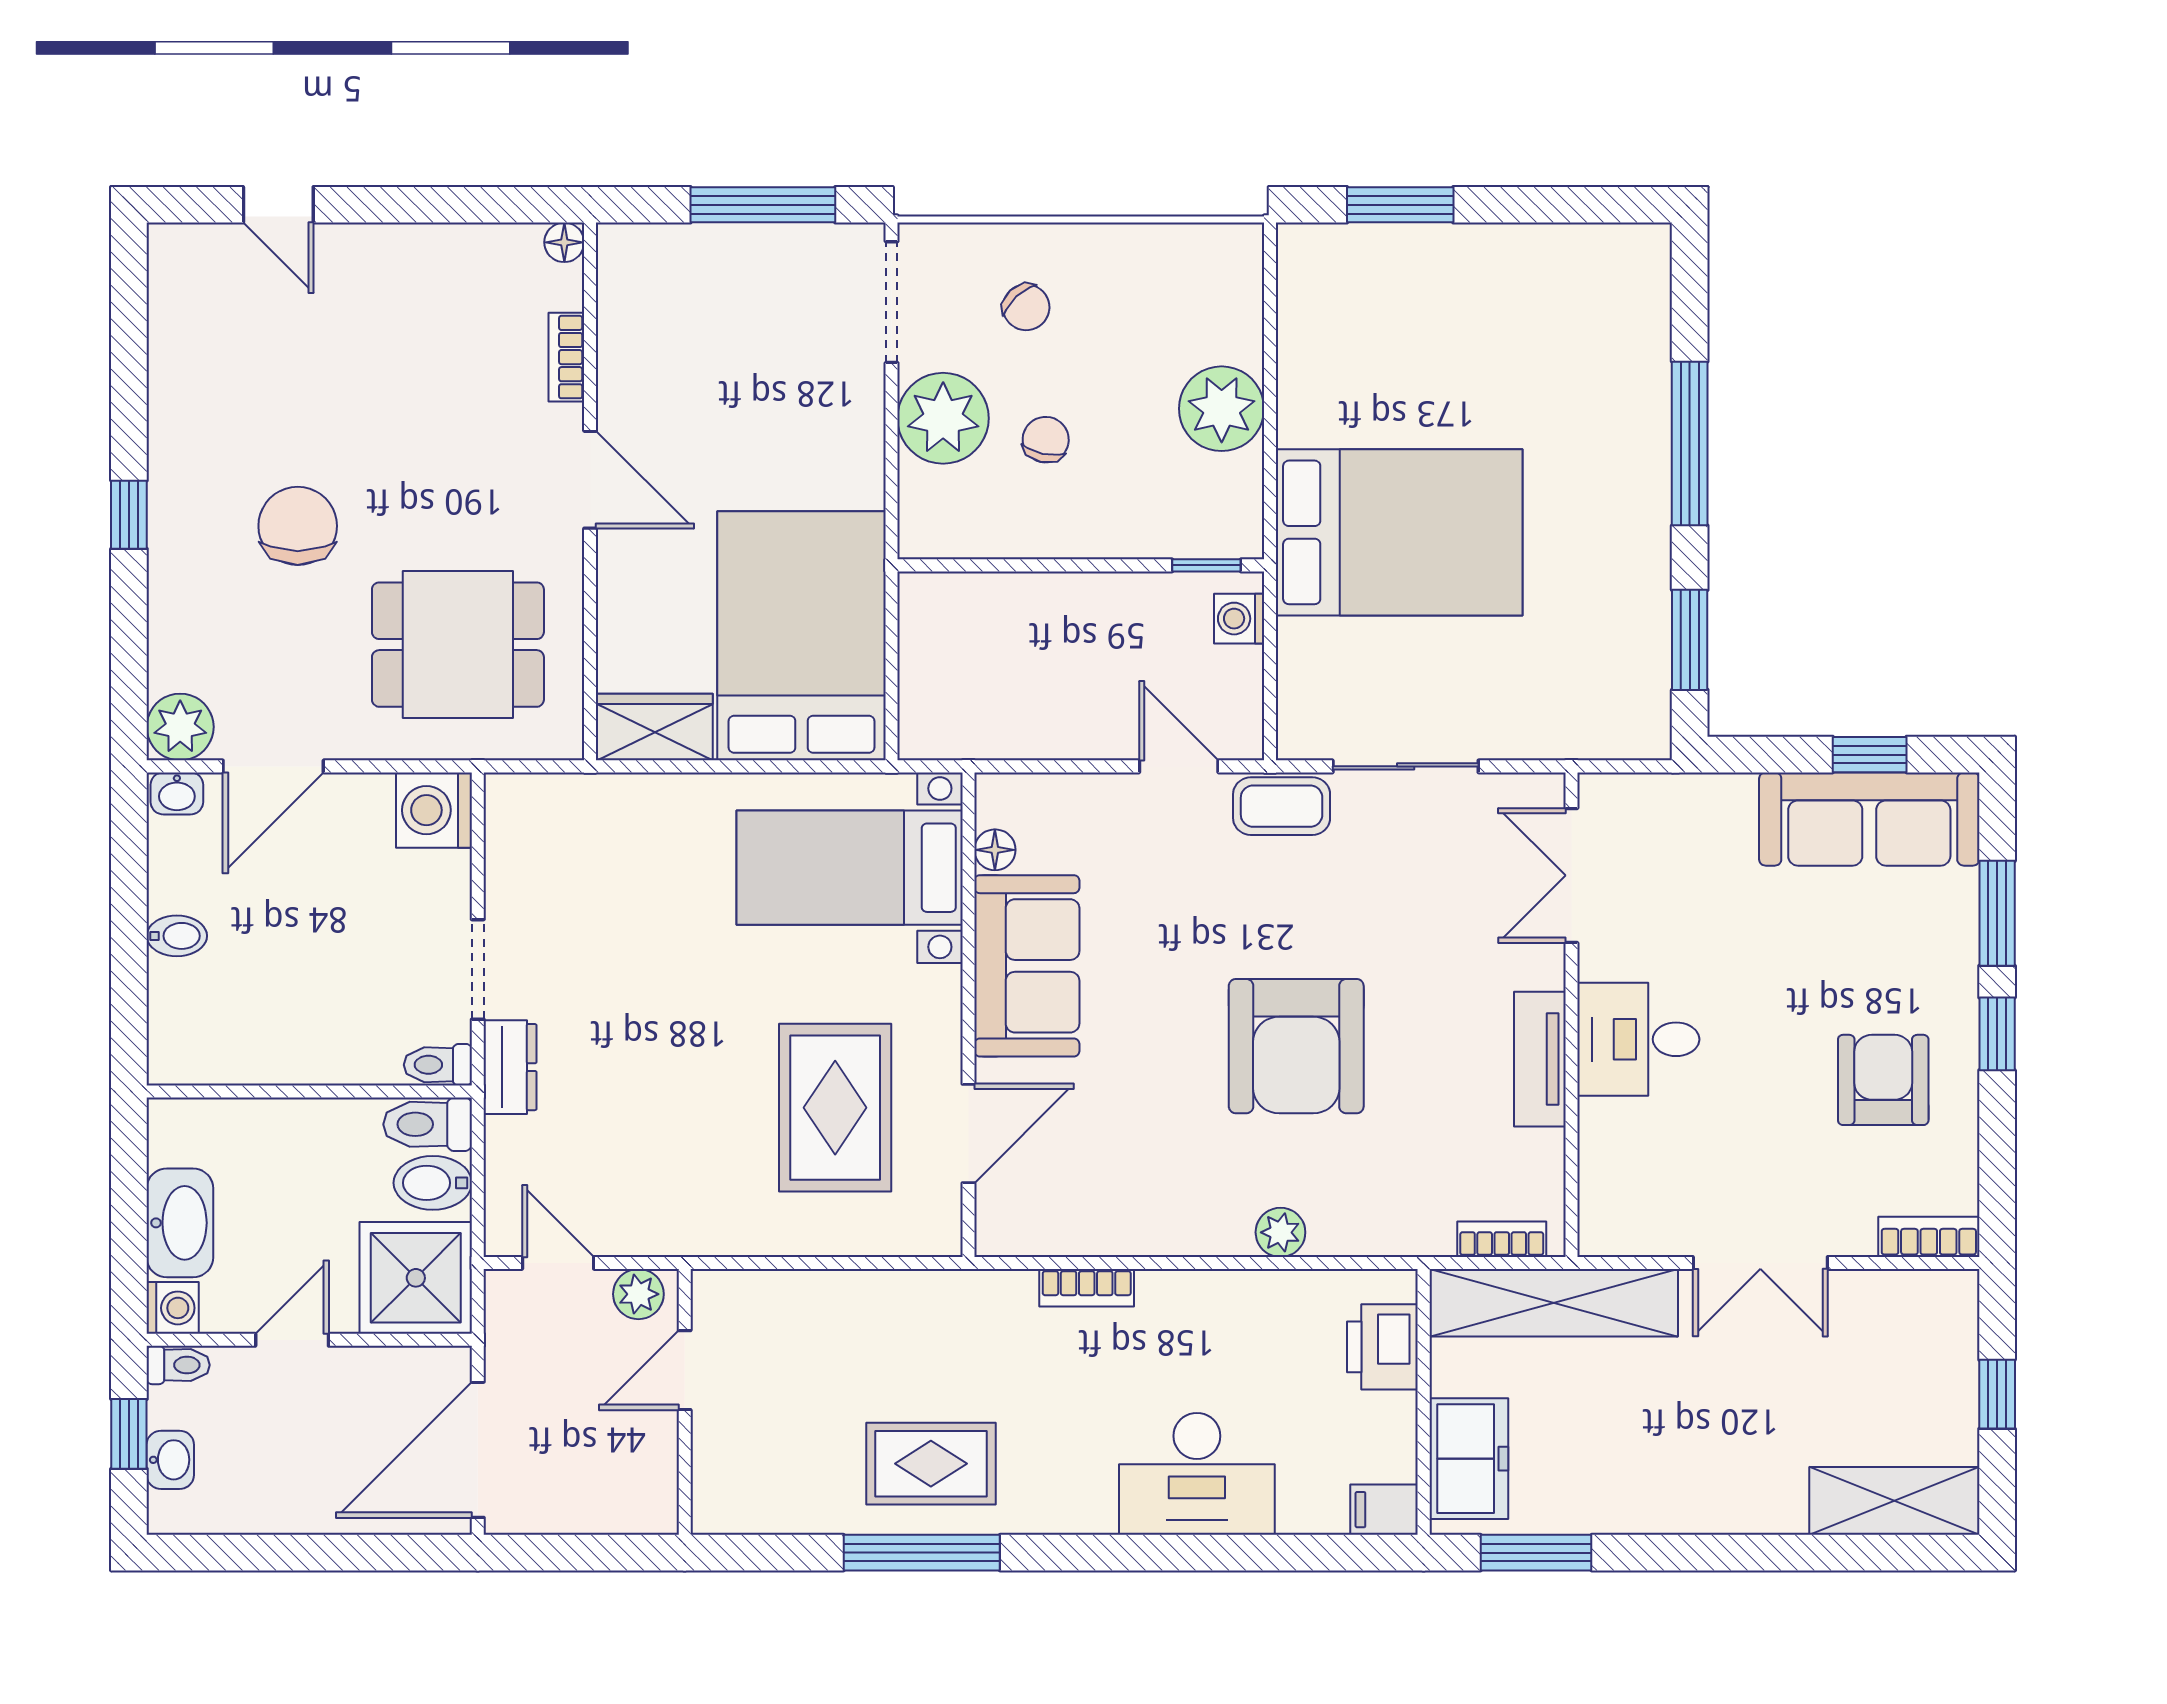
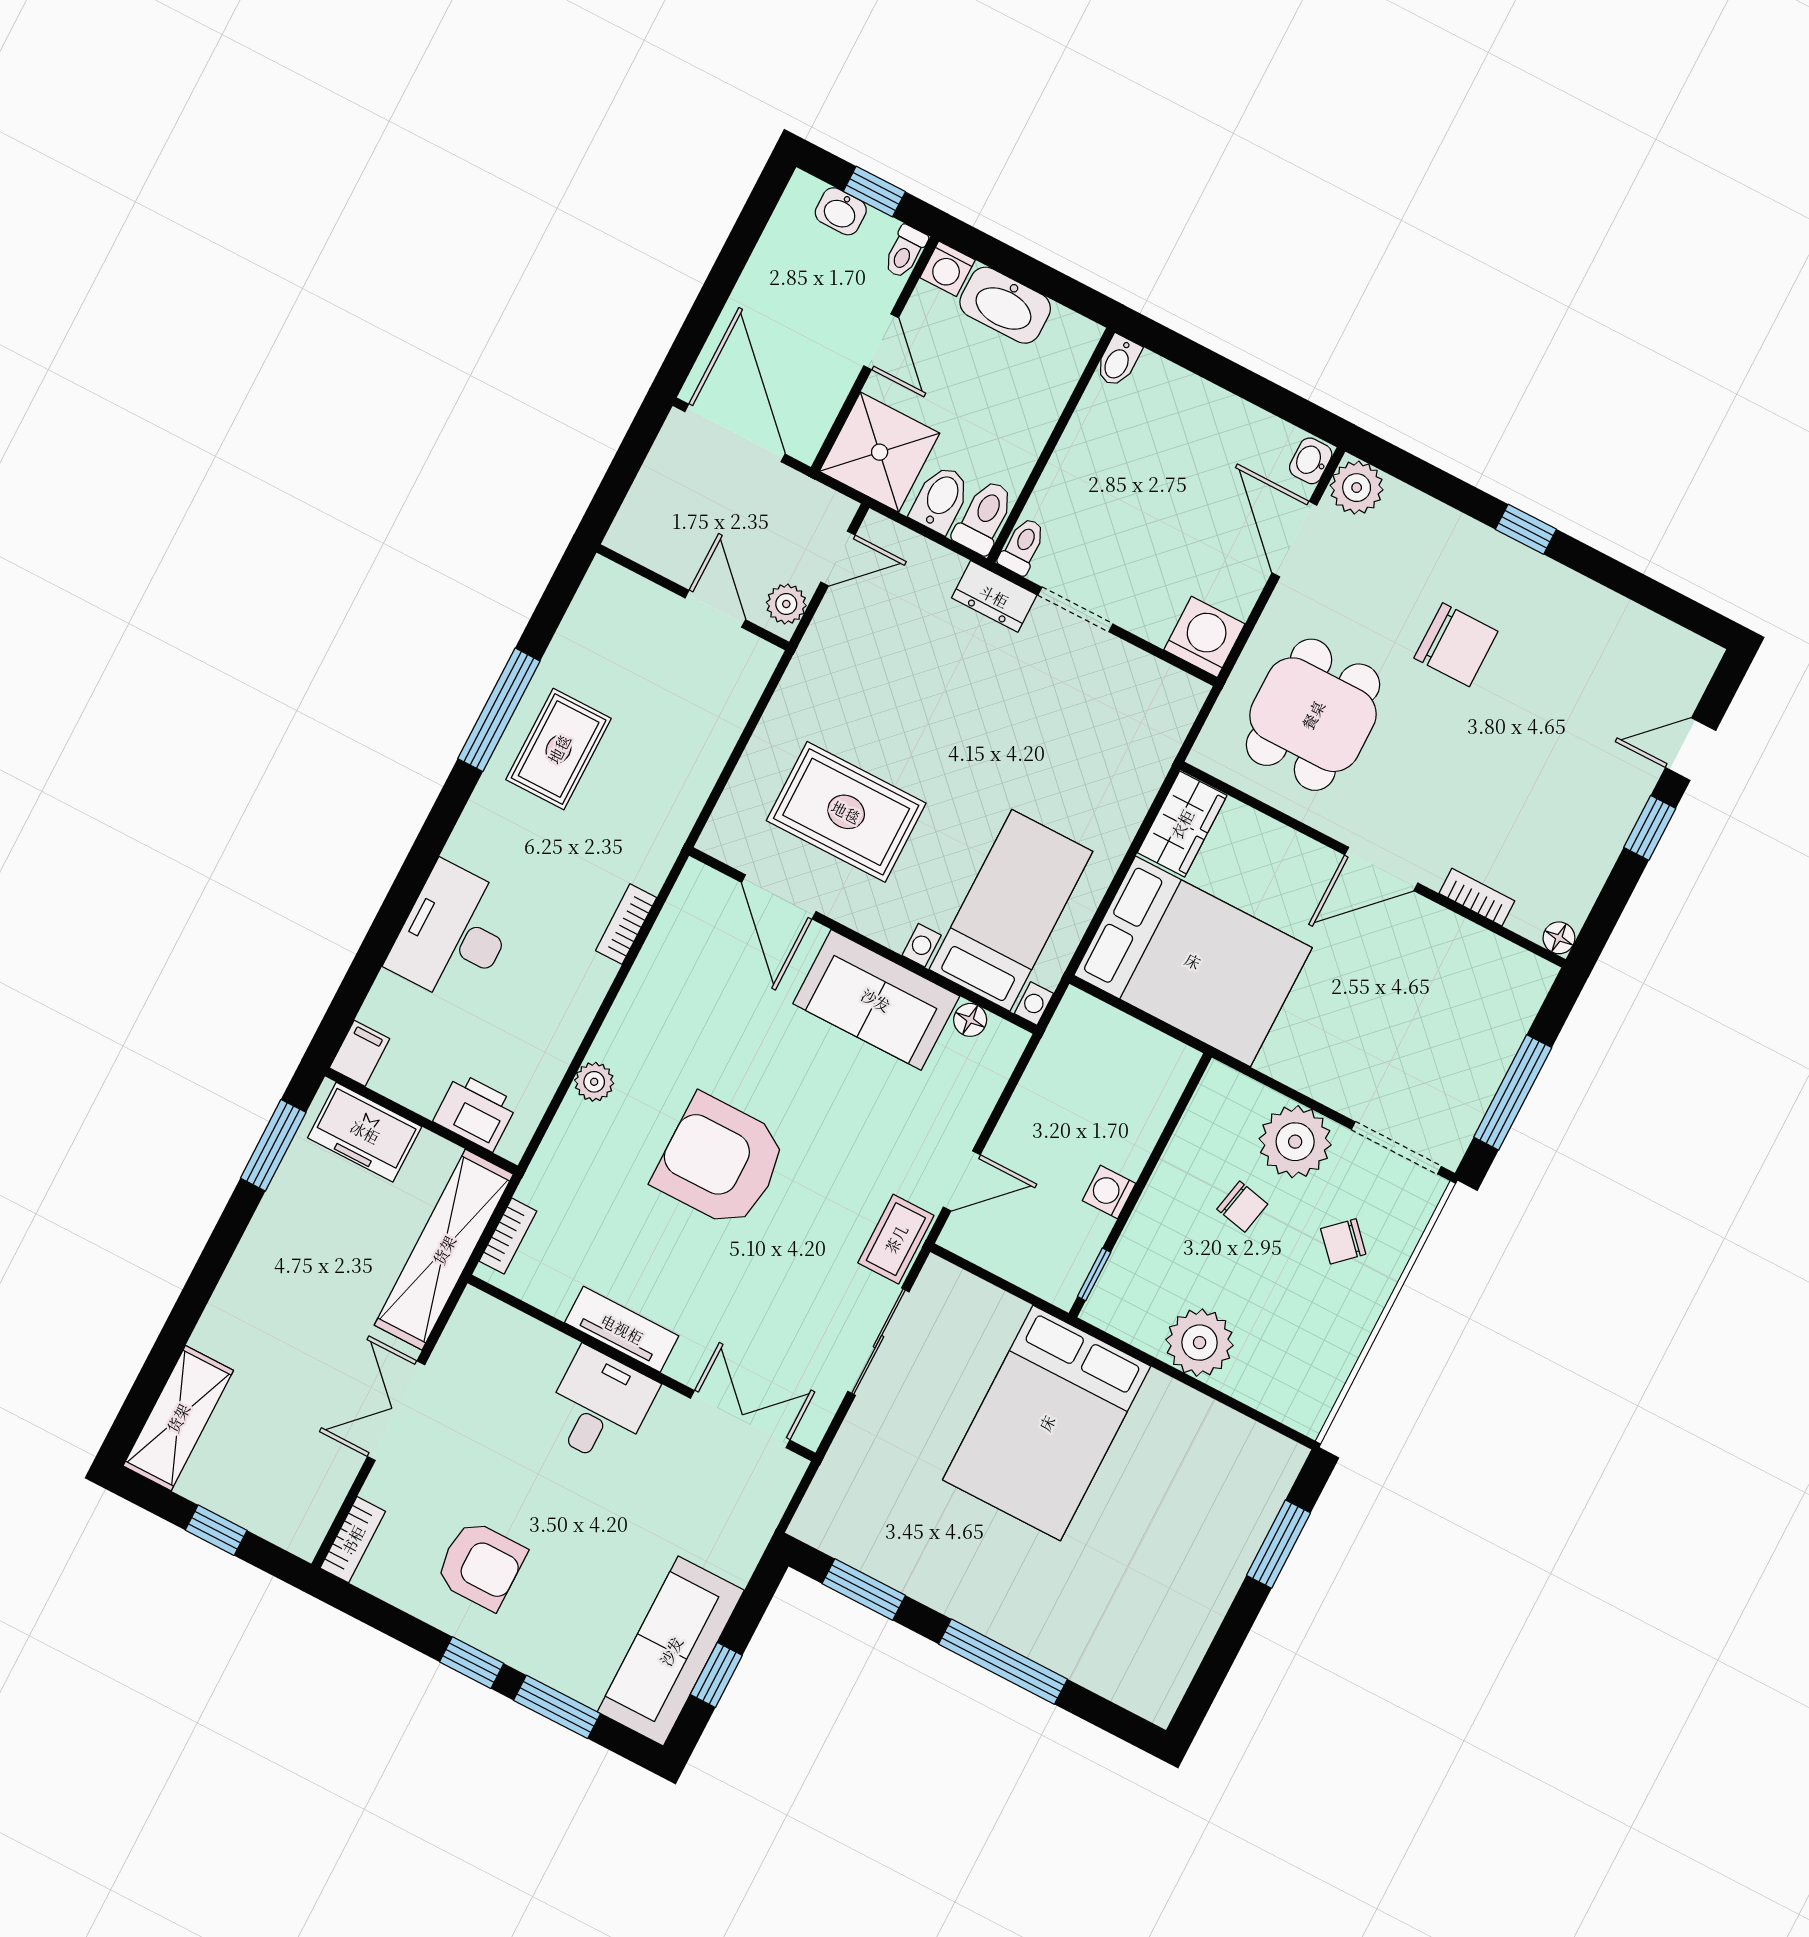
window: (390, 205) -> (1650, 828), added
washing machine: (1239, 619) -> (1109, 1192), moved, turned -90
bidet: (177, 936) -> (1118, 361), moved

